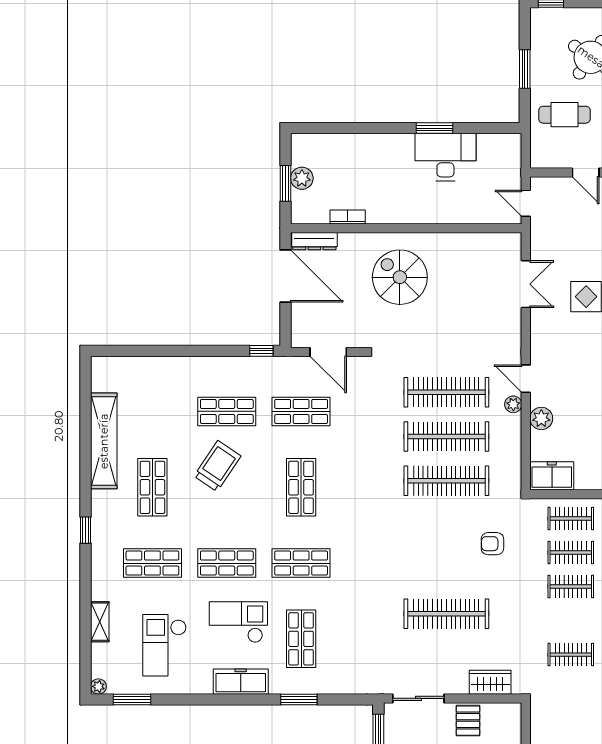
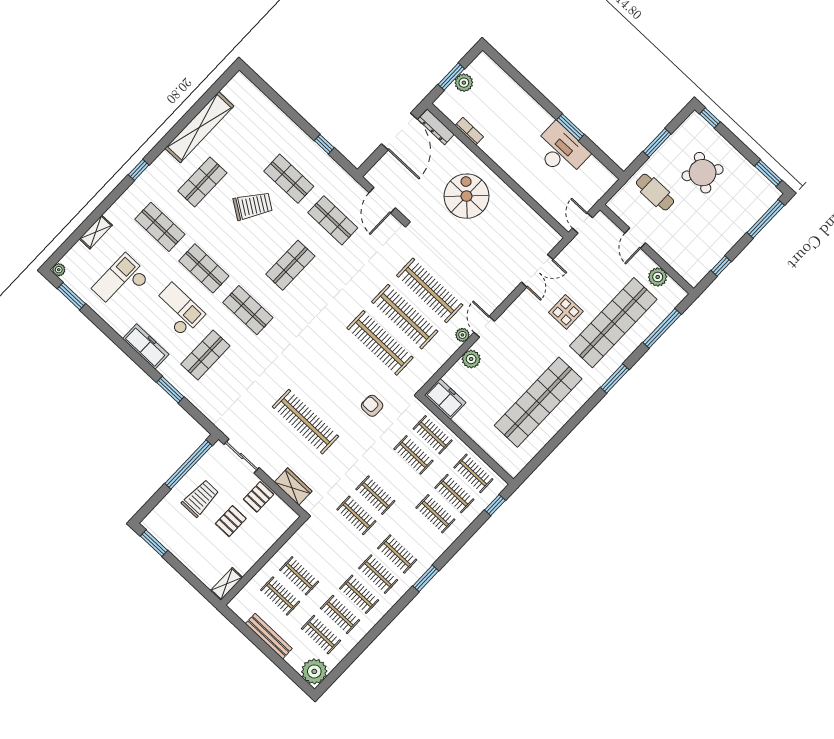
window: (261, 351) -> (324, 144), moved
clothes rail: (571, 587) -> (375, 495), moved

